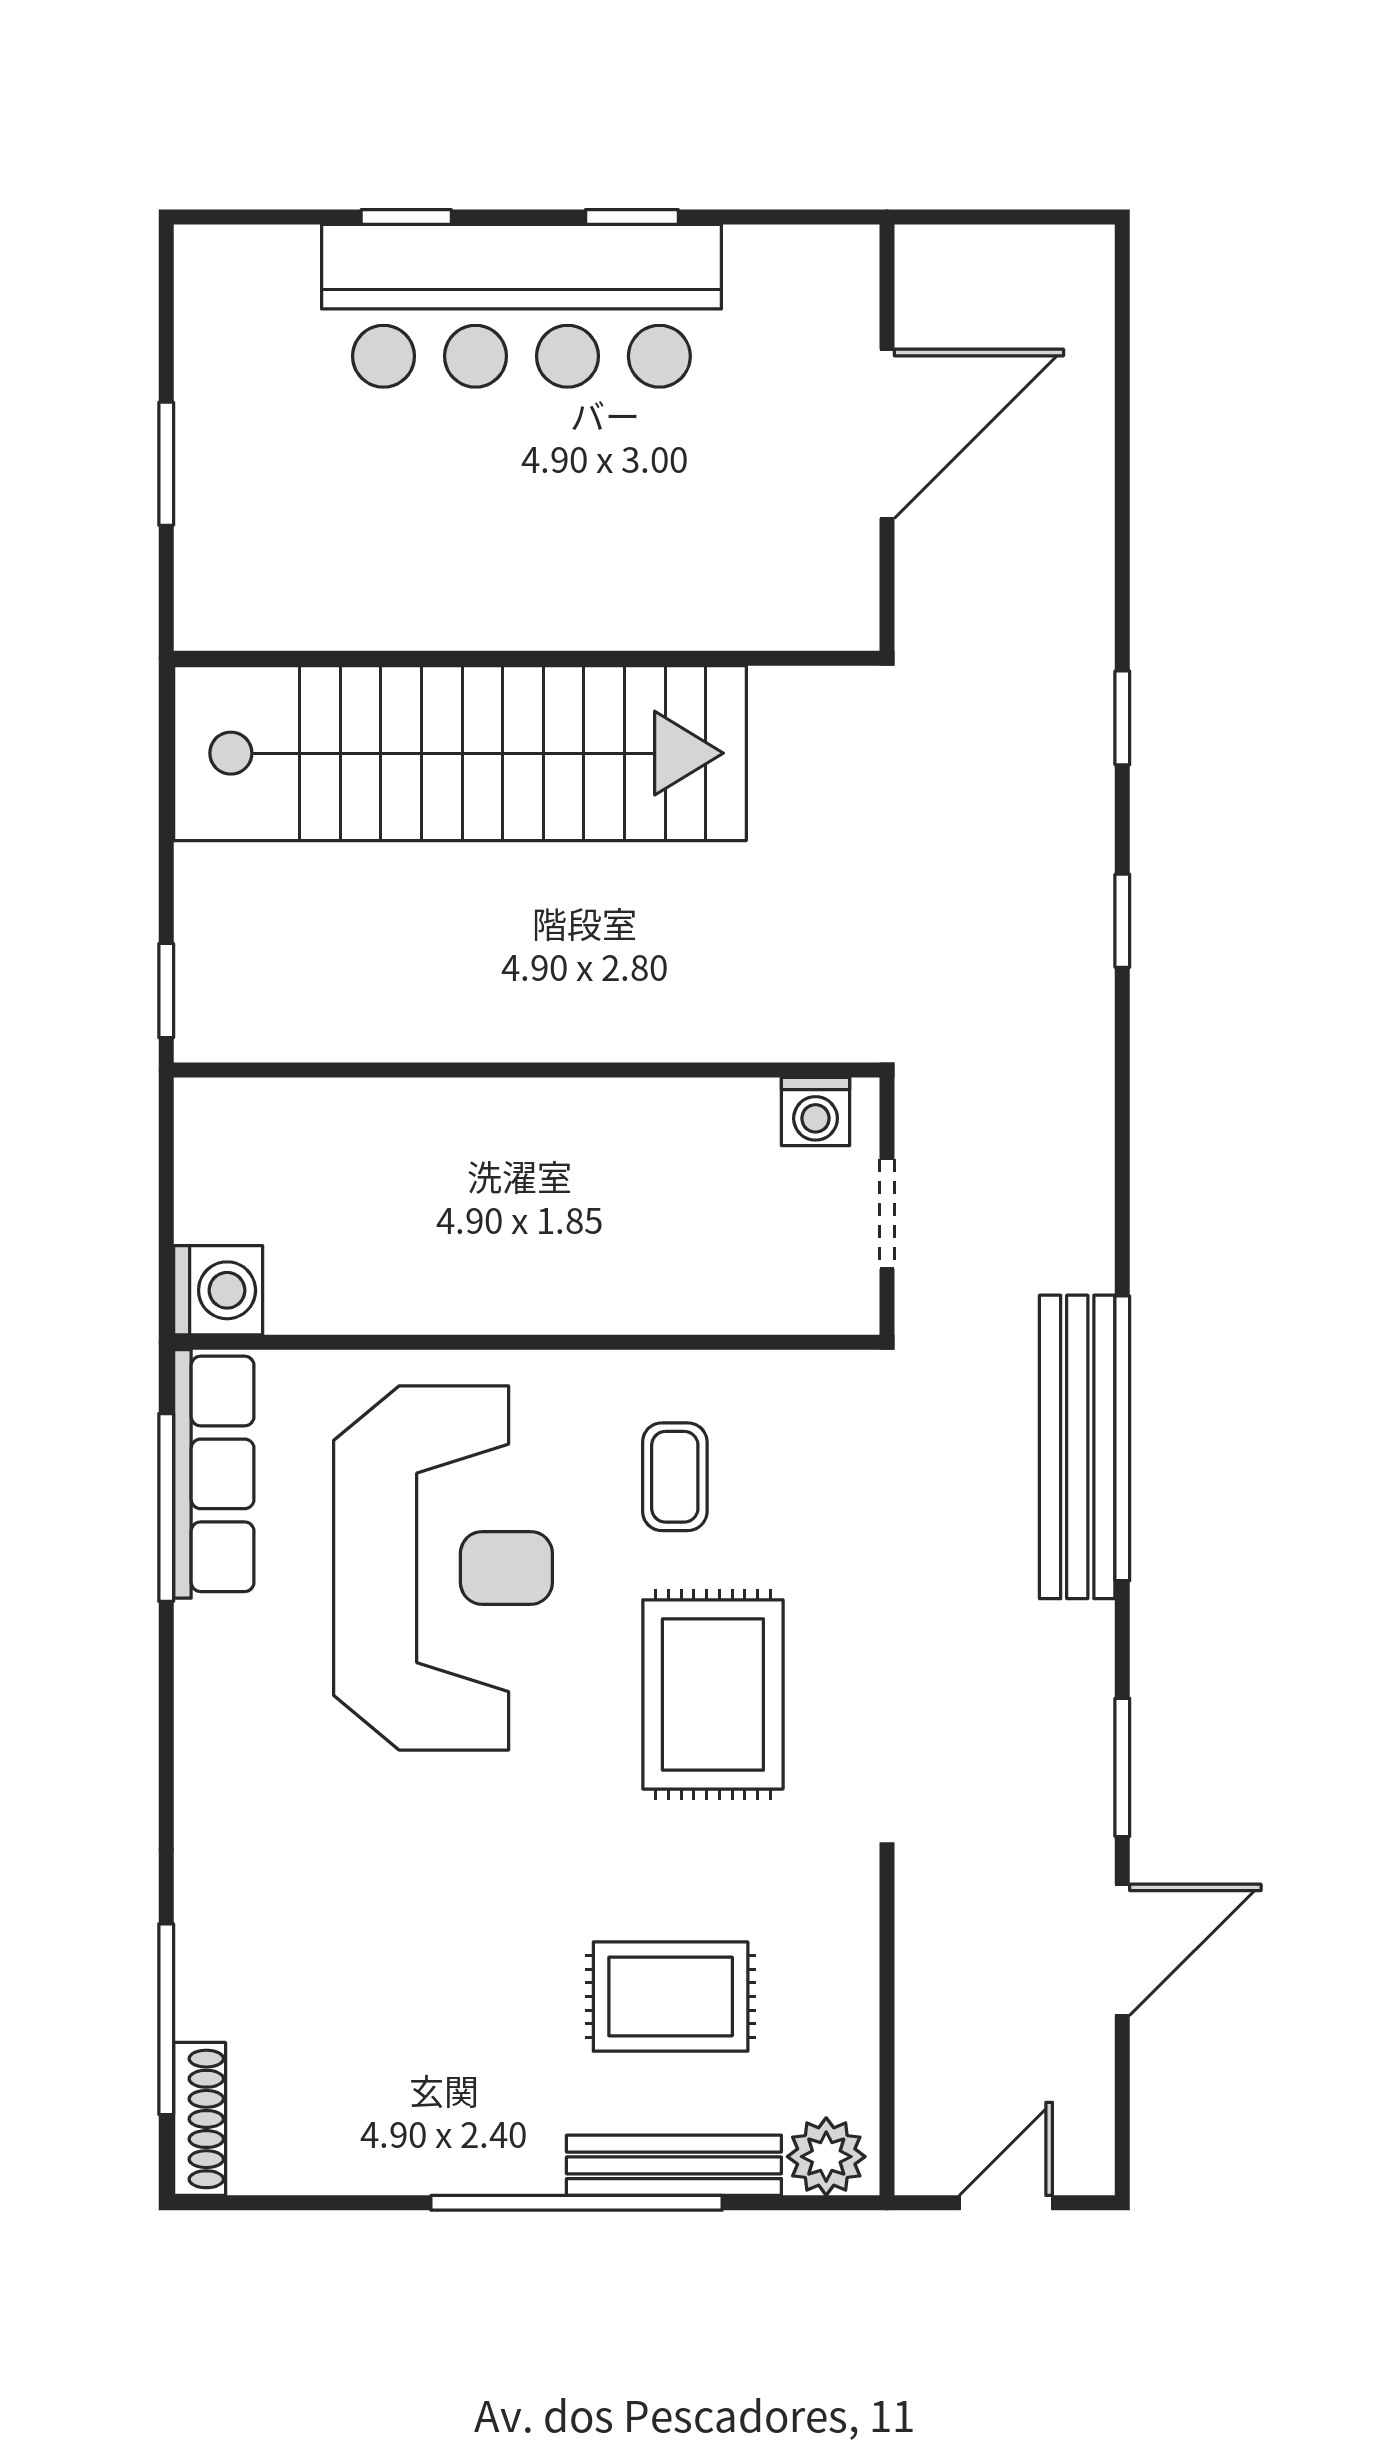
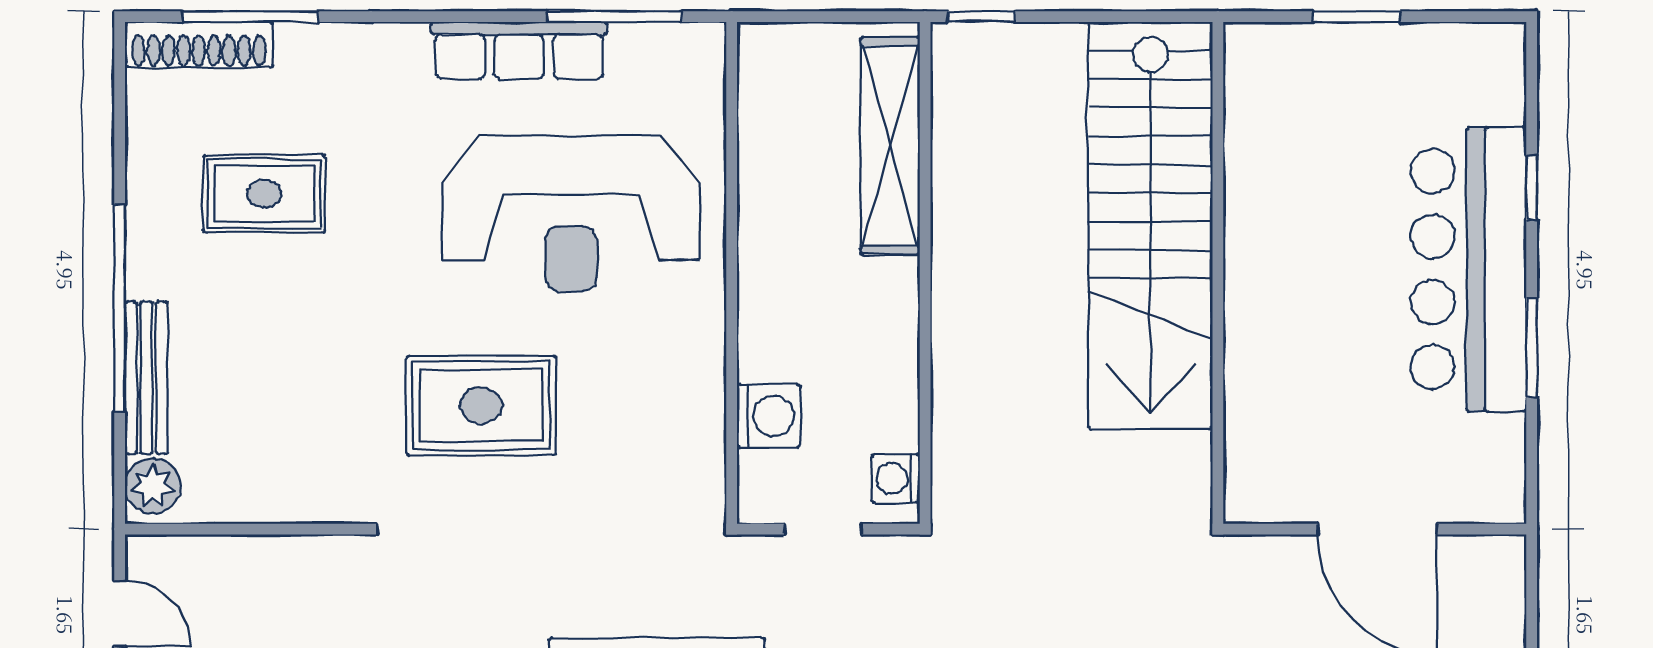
window: (632, 217) -> (1532, 348), width x1.50
shelving: (348, 1119) -> (890, 146), added
washing machine: (218, 1290) -> (768, 416), moved, turned -90
row of seats: (214, 1474) -> (519, 50), moved
coffee table: (675, 1477) -> (636, 378), removed
rug: (671, 1997) -> (264, 194), moved, turned 90
shoe rack: (200, 2119) -> (199, 45), width x1.36, depth x1.24

